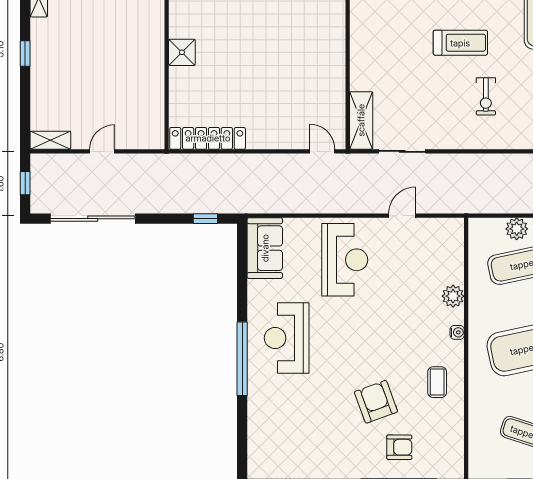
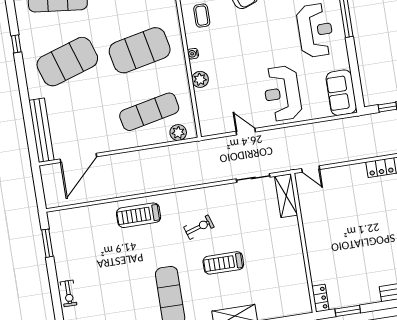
exercise bike: (486, 96) -> (199, 227), turned 72
door: (402, 216) -> (246, 132), swing flipped
plant: (517, 229) -> (178, 133), moved

